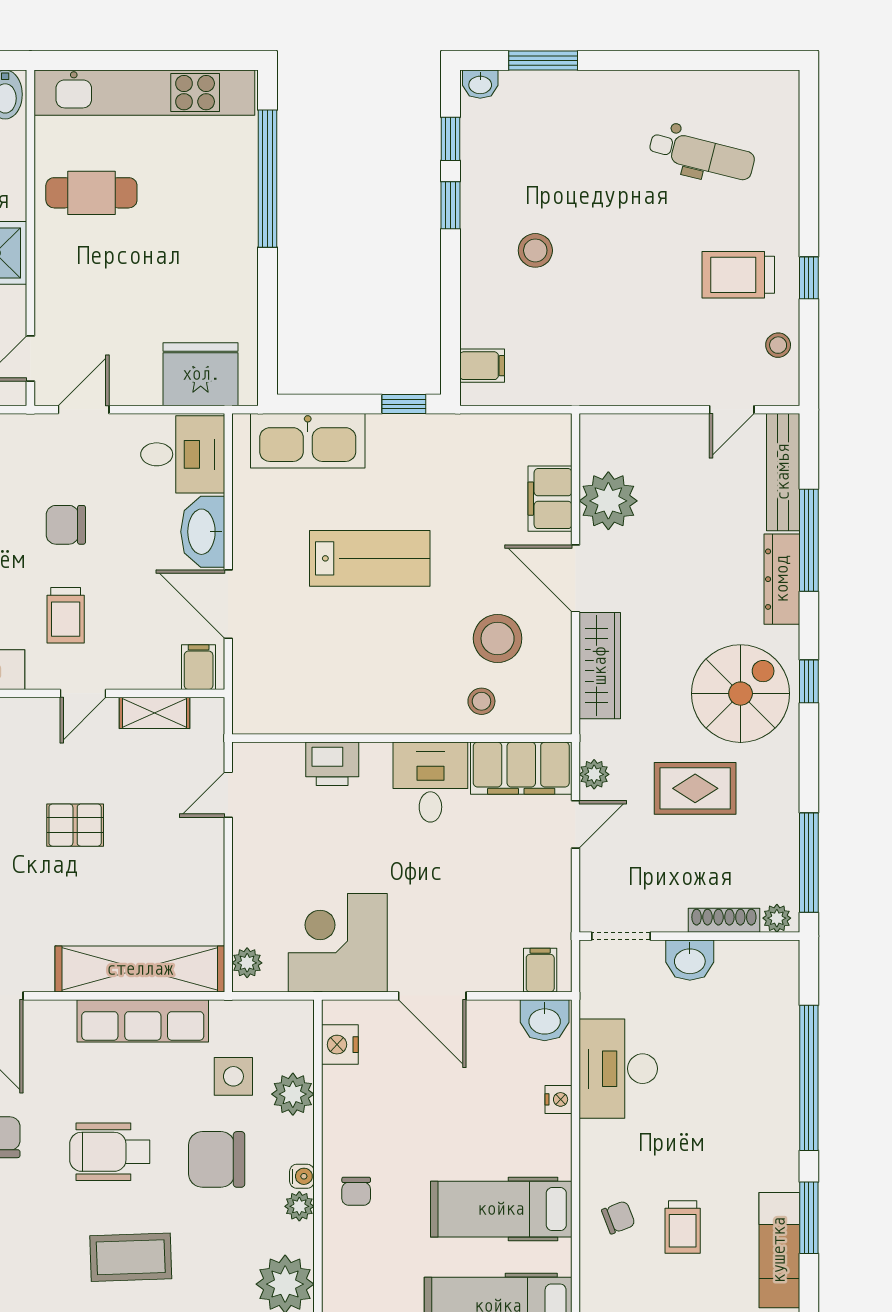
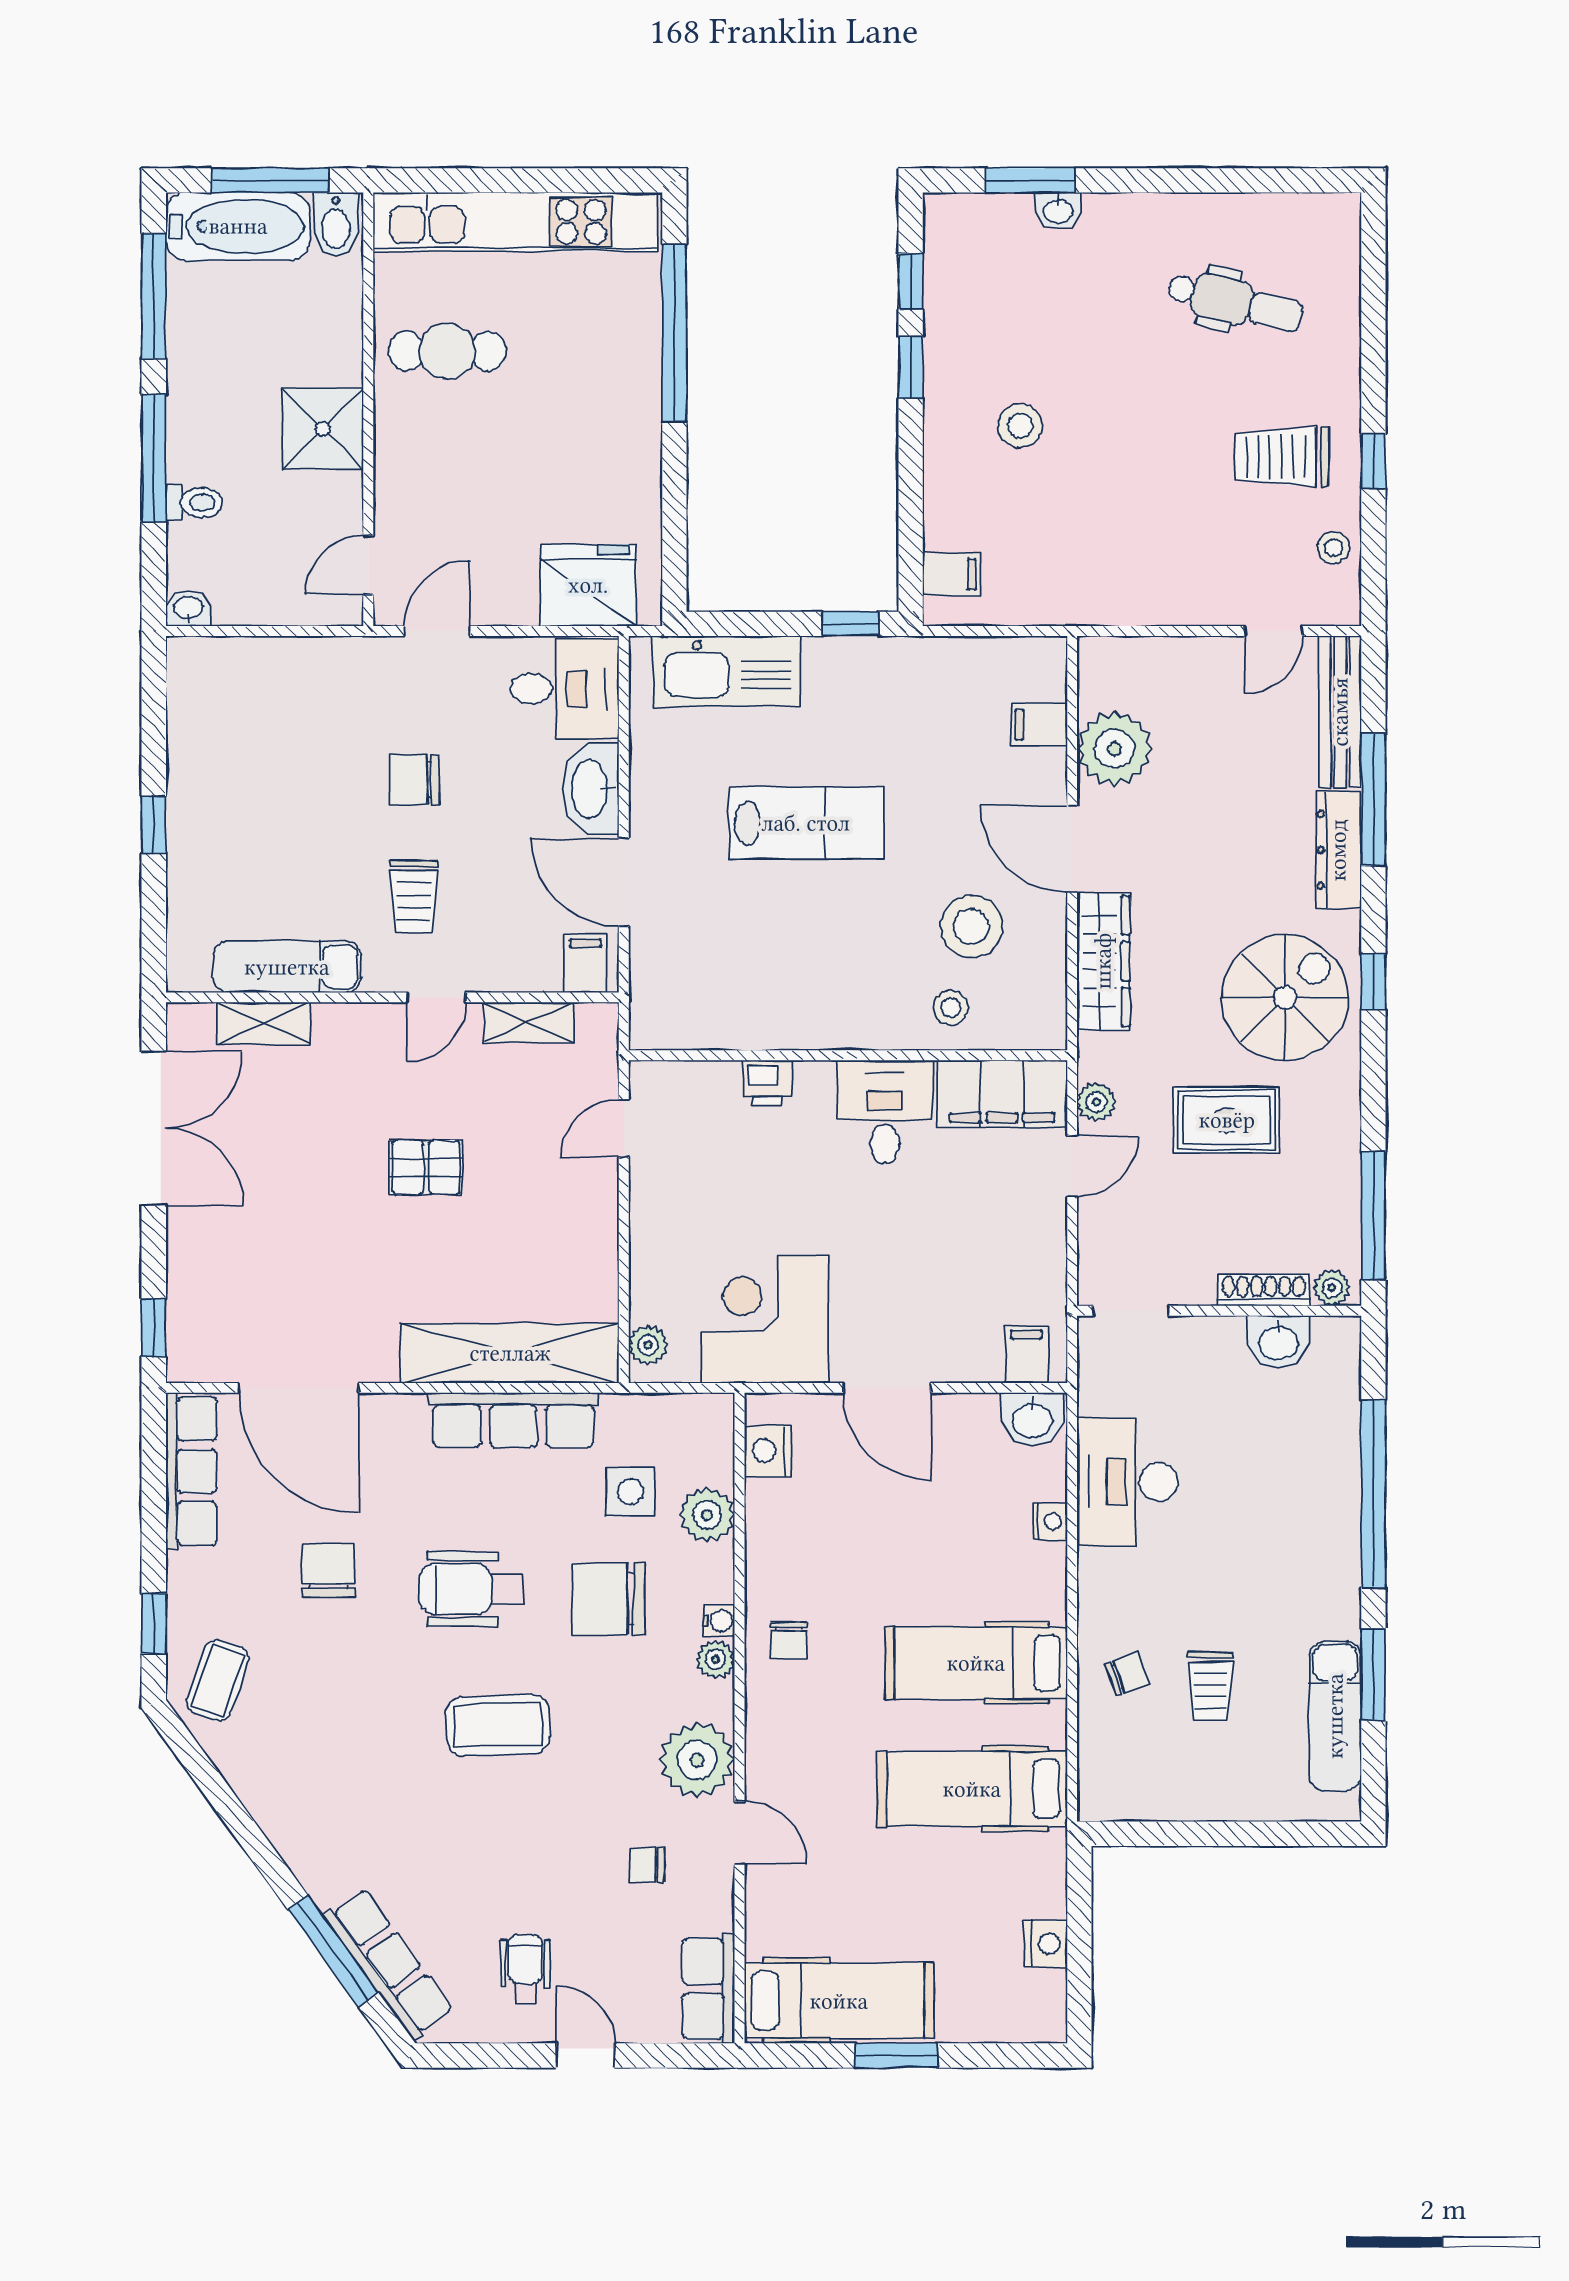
washbasin: (480, 84) -> (1058, 211), moved
filing cabinet: (550, 499) -> (1039, 725), width x0.50
printer: (332, 764) -> (767, 1083), width x0.73, depth x0.81
washbasin: (690, 960) -> (1278, 1342), moved

